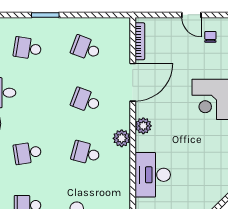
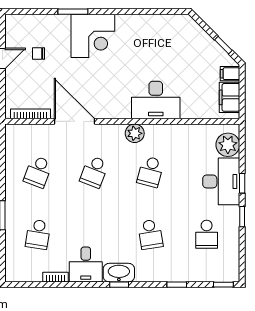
chair: (210, 37) -> (39, 54), moved
plant: (143, 126) -> (121, 110), removed
desk: (153, 175) -> (156, 100), moved

